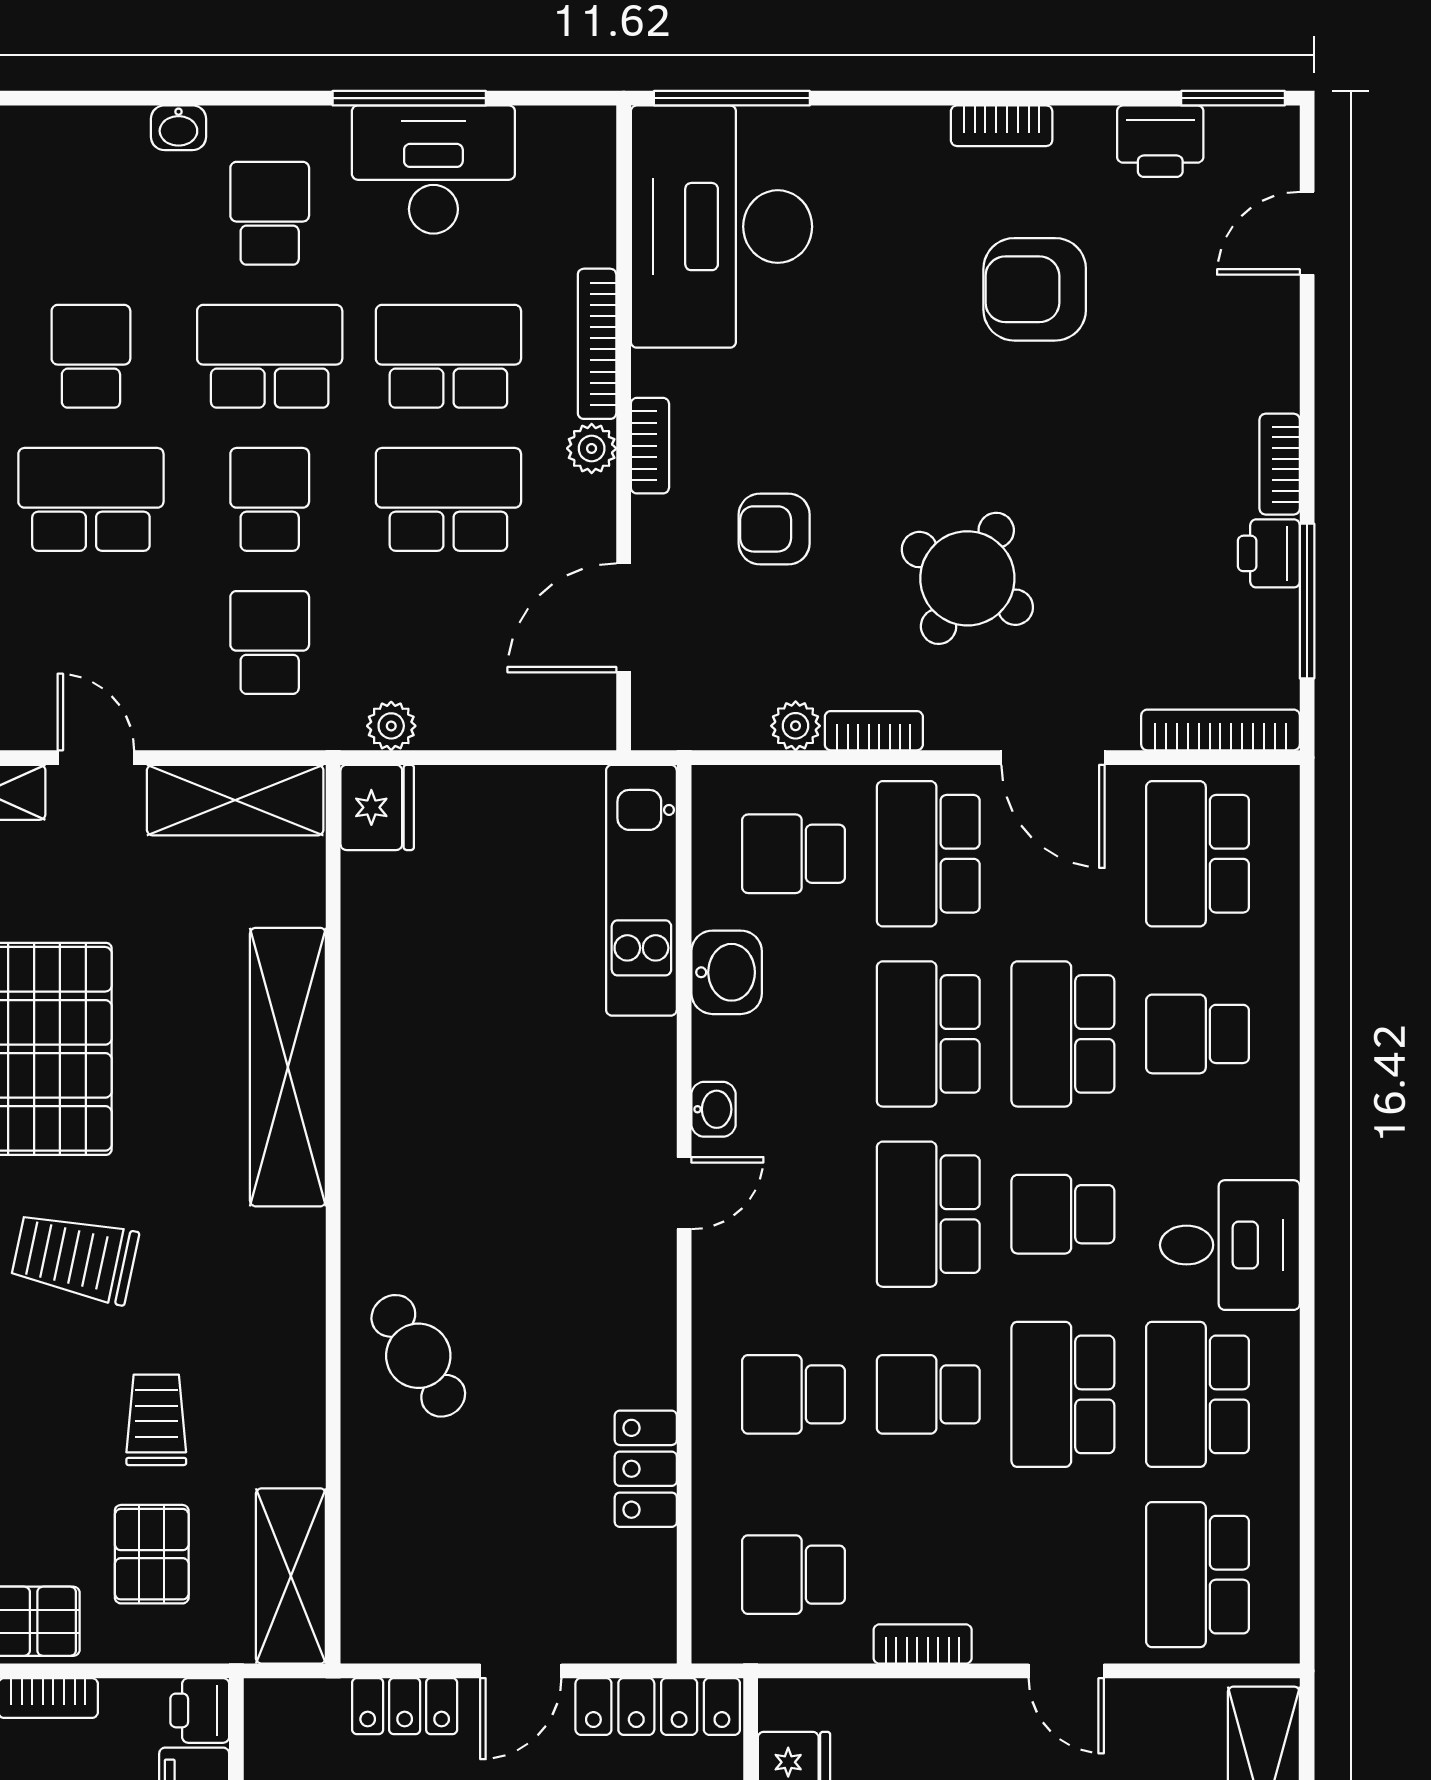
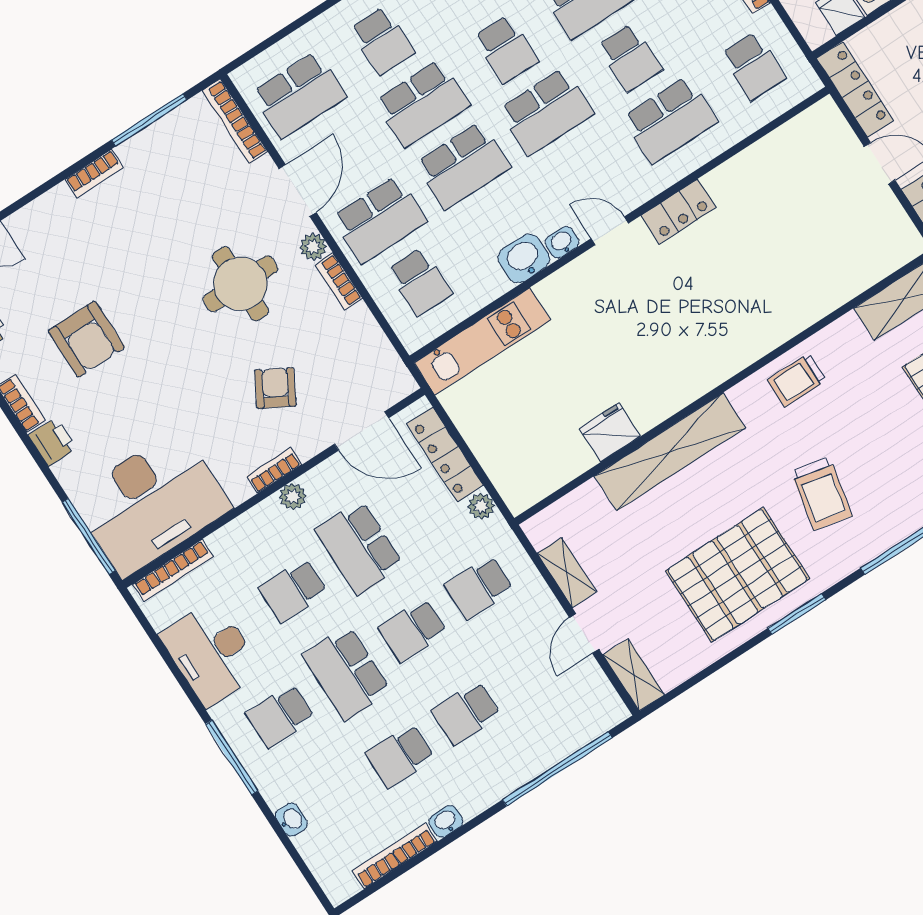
window: (409, 98) -> (232, 758), moved
washbasin: (178, 128) -> (291, 820), moved
bookcase: (597, 344) -> (173, 570), moved
school desk: (448, 356) -> (293, 590), width x0.54
school desk: (91, 499) -> (466, 713), width x0.54
armchair: (774, 529) -> (275, 388), turned -151
printer: (1269, 553) -> (53, 442), moved, turned -90
round table: (967, 578) -> (240, 284), turned -31
locker: (505, 722) -> (445, 455), added
plant: (796, 726) -> (313, 247), moved
shelving: (235, 800) -> (567, 572), width x0.67, depth x0.75
fridge: (377, 807) -> (610, 432), moved
washbasin: (727, 972) -> (524, 258), moved
cafe table: (418, 1356) -> (764, 305), removed
school desk: (794, 1394) -> (670, 120), width x1.85
trolley: (156, 1420) -> (797, 380), moved
locker: (646, 1469) -> (678, 211), moved

